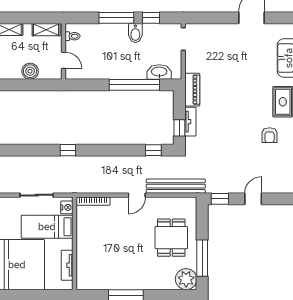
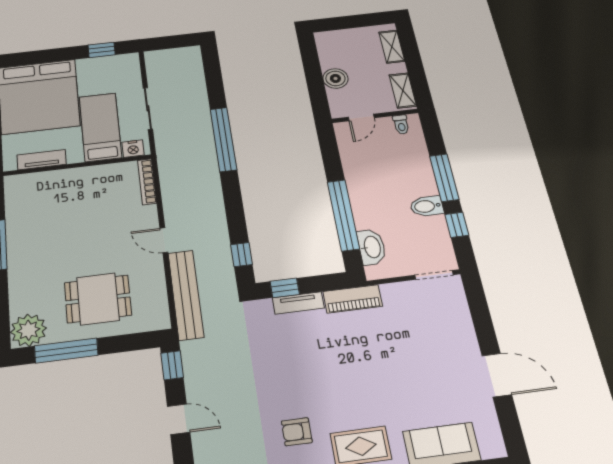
window: (68, 150) -> (223, 139), width x3.17

